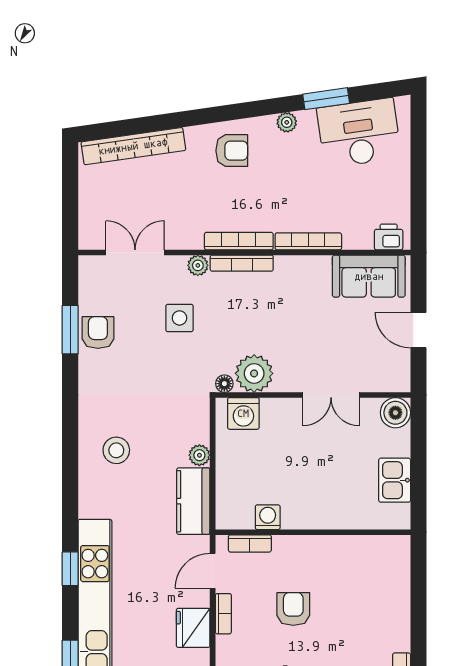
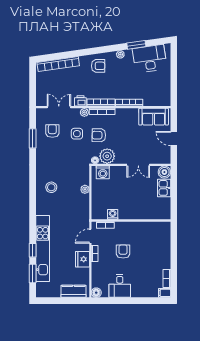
printer: (389, 237) -> (80, 101), moved
armchair: (234, 322) -> (99, 135), added
armchair: (98, 333) -> (52, 131), moved
kitchen sink: (395, 480) -> (164, 188), moved
kitchen counter: (193, 501) -> (83, 208), removed
window: (70, 569) -> (33, 250), moved

